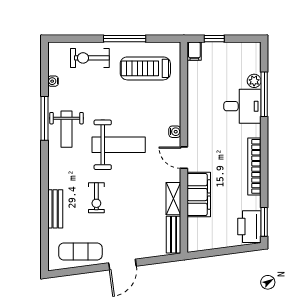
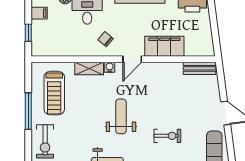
filing cabinet: (194, 51) -> (39, 13), moved
chair: (207, 127) -> (106, 39), added
weight bench: (119, 145) -> (121, 116), width x0.73, depth x0.75
shelving: (173, 199) -> (89, 69), moved

